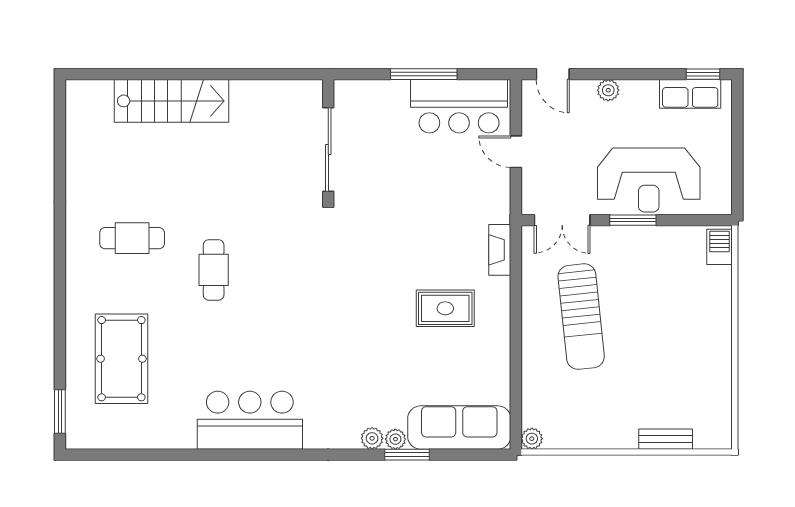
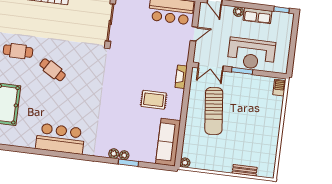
row of seats: (690, 94) -> (258, 16), moved
door: (516, 152) -> (194, 34), swing flipped
cafe table: (214, 270) -> (53, 70), turned -59
sofa: (459, 428) -> (168, 142), moved, turned -90

